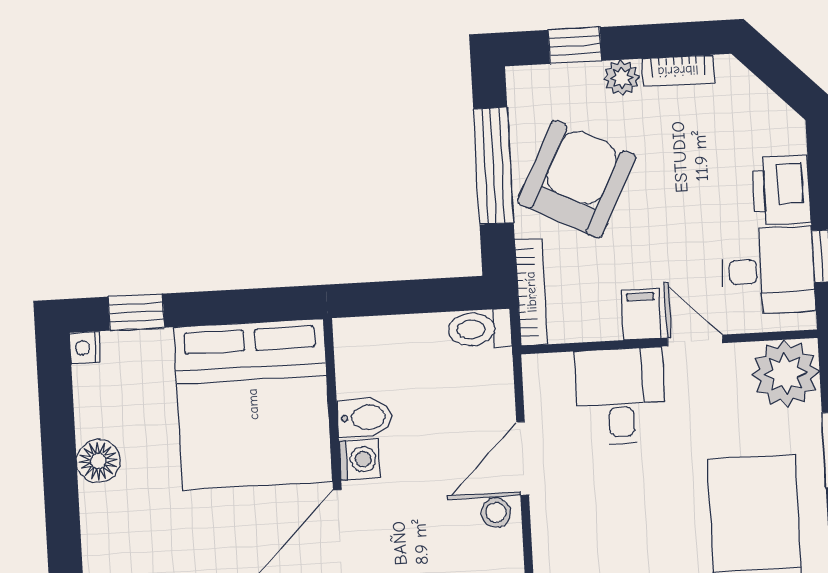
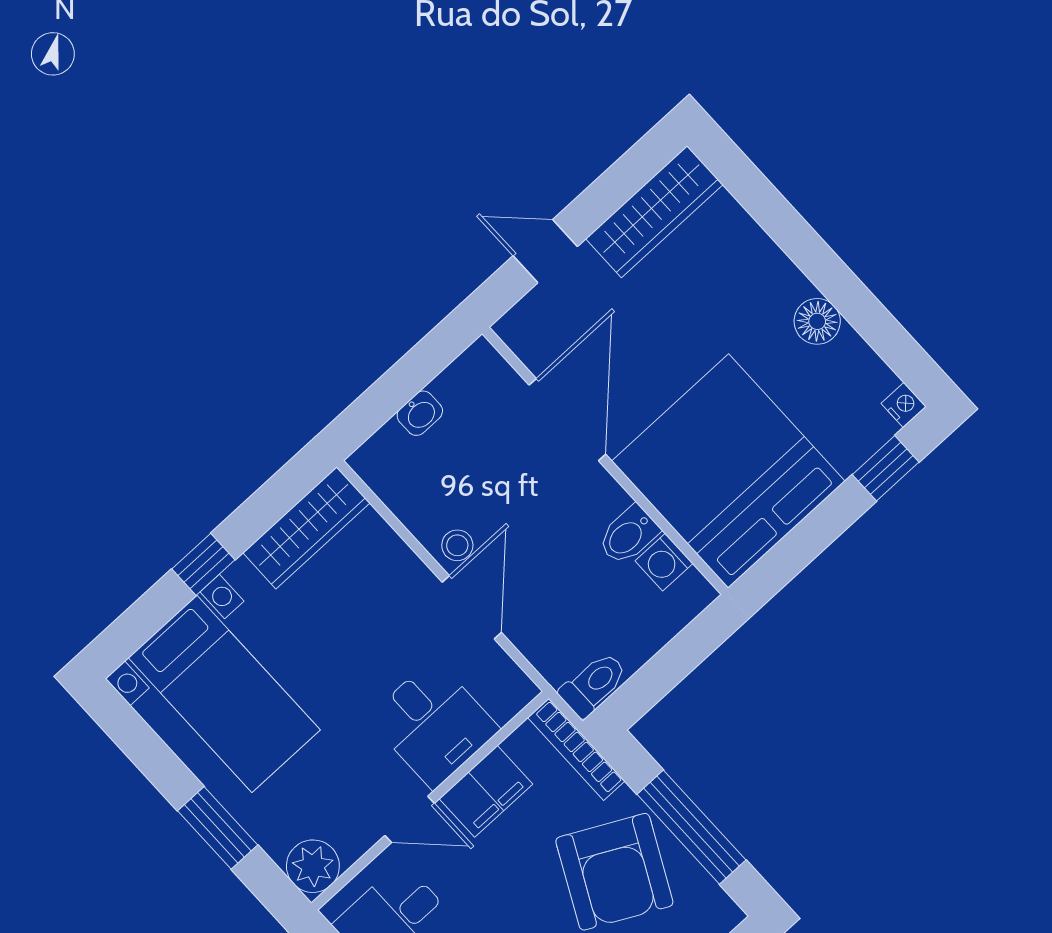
filing cabinet: (641, 314) -> (486, 791), width x2.00
plant: (786, 374) -> (313, 866), width x0.73, depth x0.73
washing machine: (359, 459) -> (664, 562), moved

